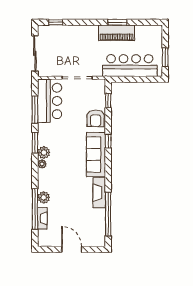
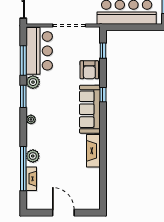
plant: (44, 152) -> (33, 82), moved
window: (108, 214) -> (103, 174), removed

